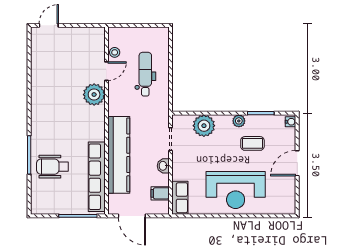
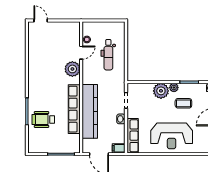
door: (49, 25) -> (41, 21), hinge flipped
dental chair: (145, 74) -> (108, 55), turned 180
plant: (204, 126) -> (161, 91), moved
row of seats: (97, 177) -> (74, 109), moved
filing cabinet: (160, 193) -> (119, 148), moved
row of seats: (180, 198) -> (133, 136), width x1.48

